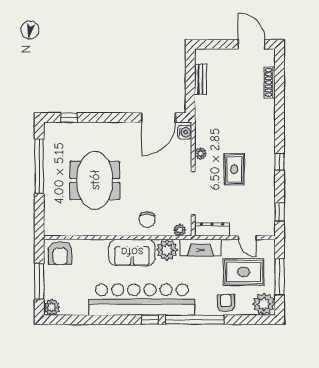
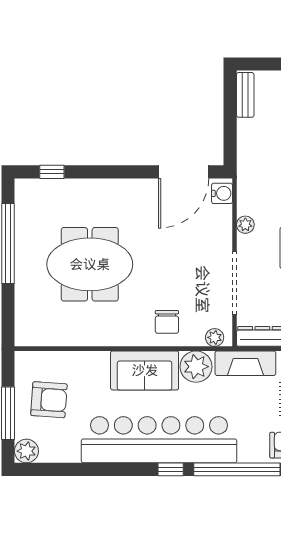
bench: (200, 79) -> (245, 95), moved
meeting table: (95, 180) -> (90, 264), turned 90
armchair: (60, 253) -> (49, 400), moved, turned -86

